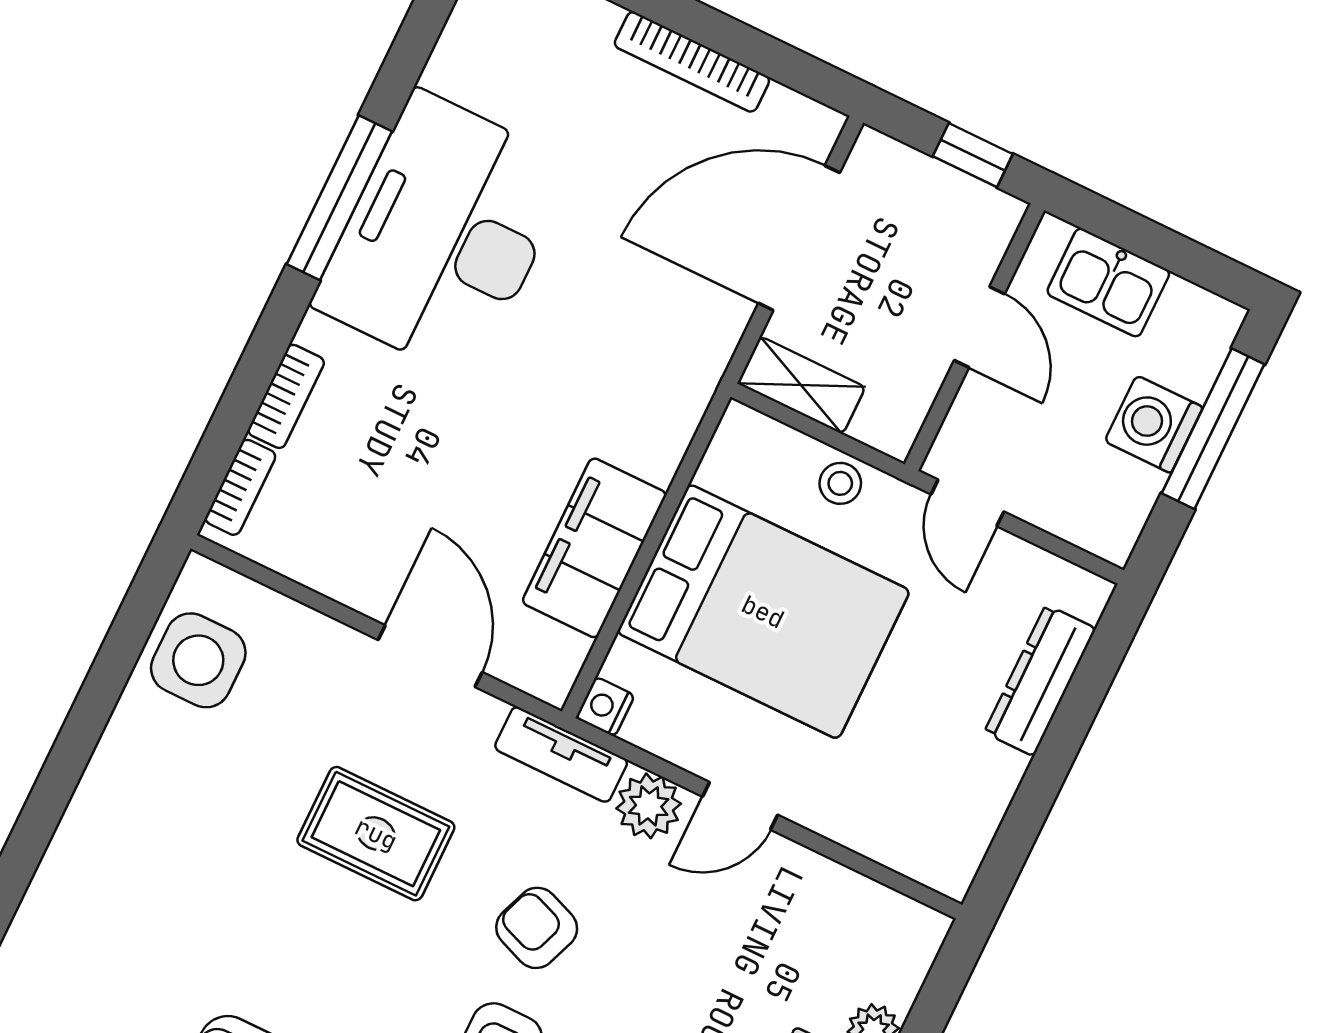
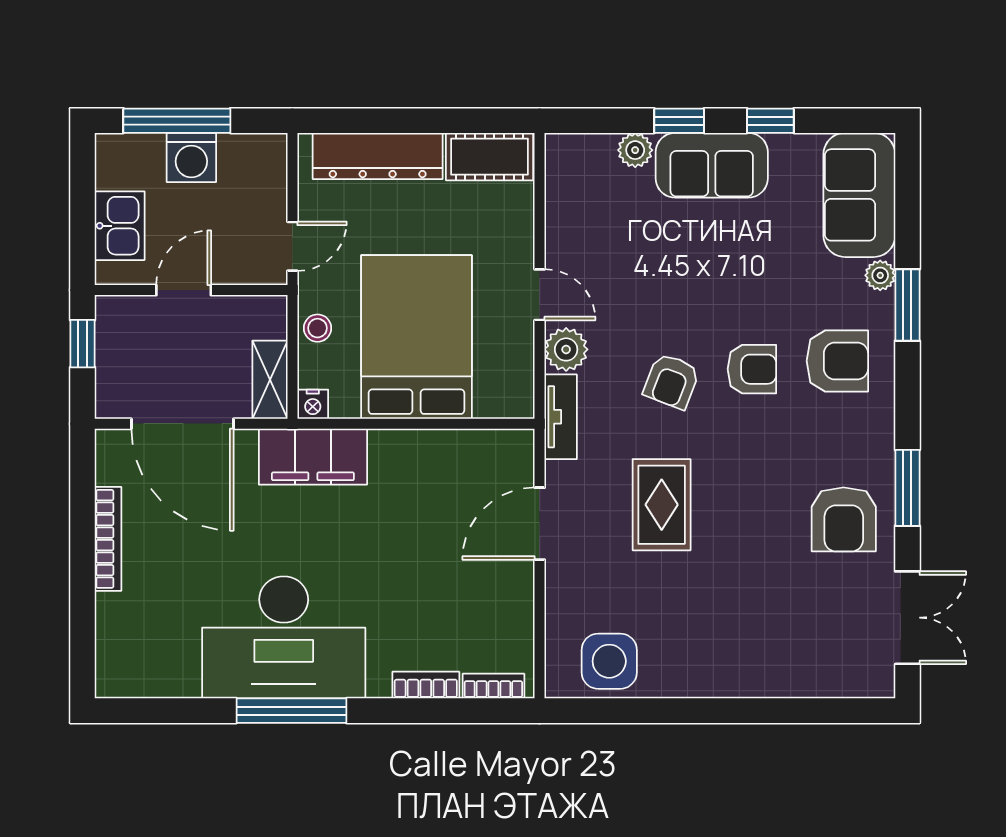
filing cabinet: (594, 548) -> (313, 457), moved
dresser: (1040, 680) -> (378, 156), width x1.37, depth x1.24
nightstand: (605, 707) -> (313, 404), moved
cot: (960, 829) -> (490, 157), added

